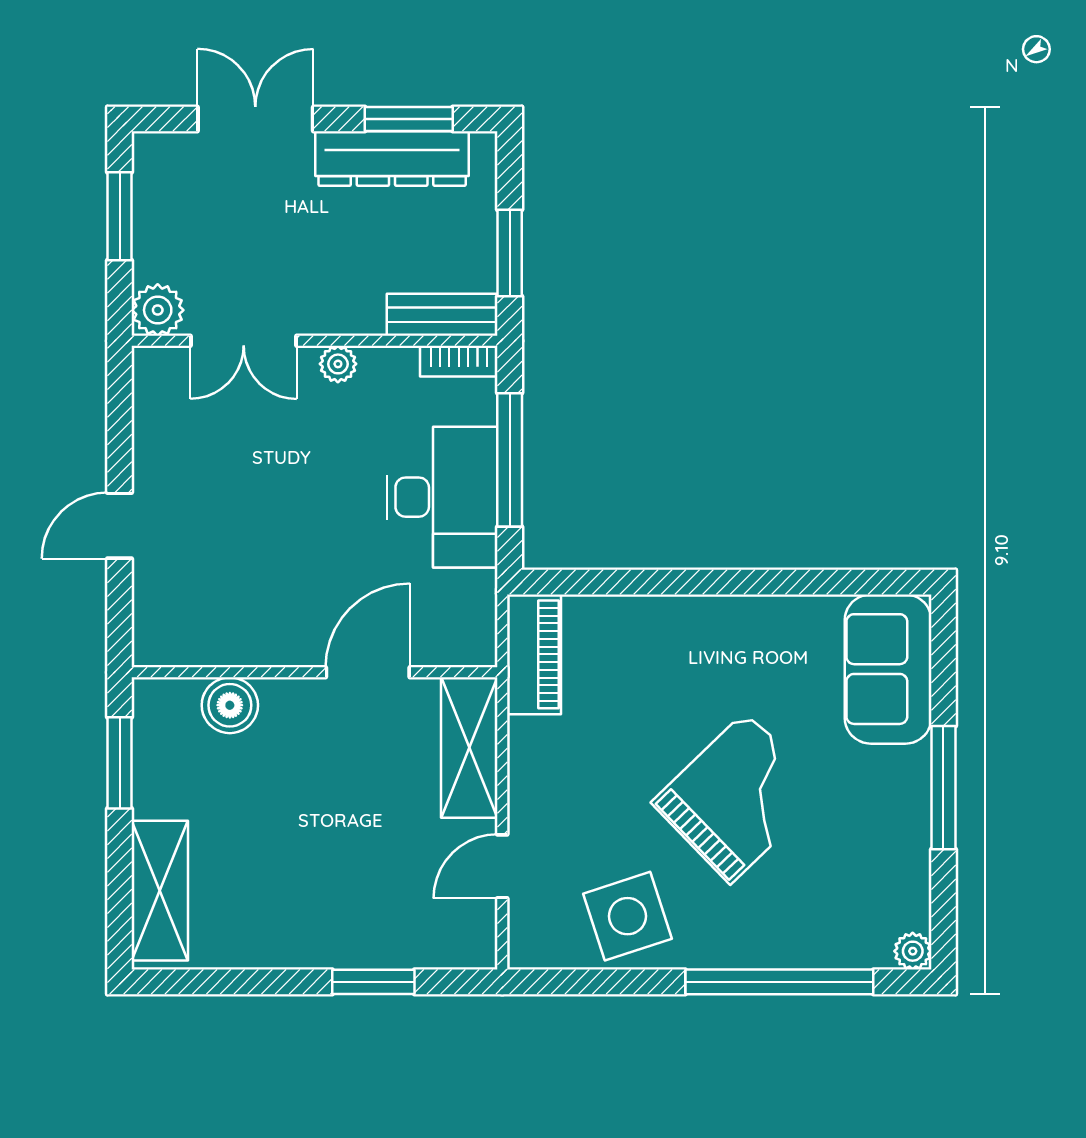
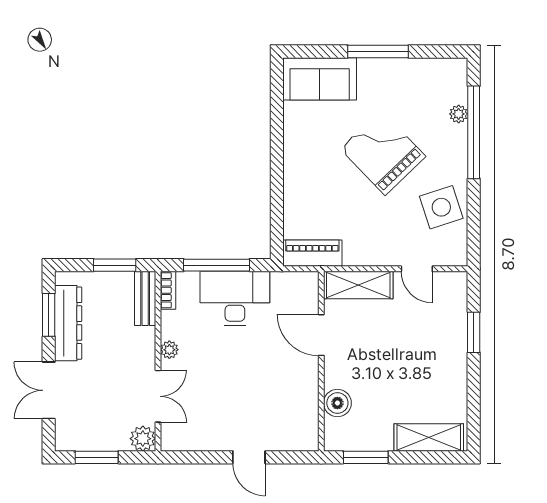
plant: (913, 951) -> (459, 114), moved

